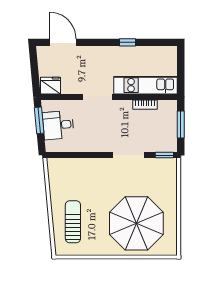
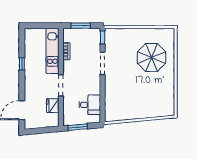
fridge: (50, 86) -> (53, 106), moved
desk: (58, 125) -> (90, 105), moved, turned -85
sun lounger: (73, 222) -> (150, 103), removed
parasol: (136, 223) -> (151, 57), width x0.73, depth x0.73

